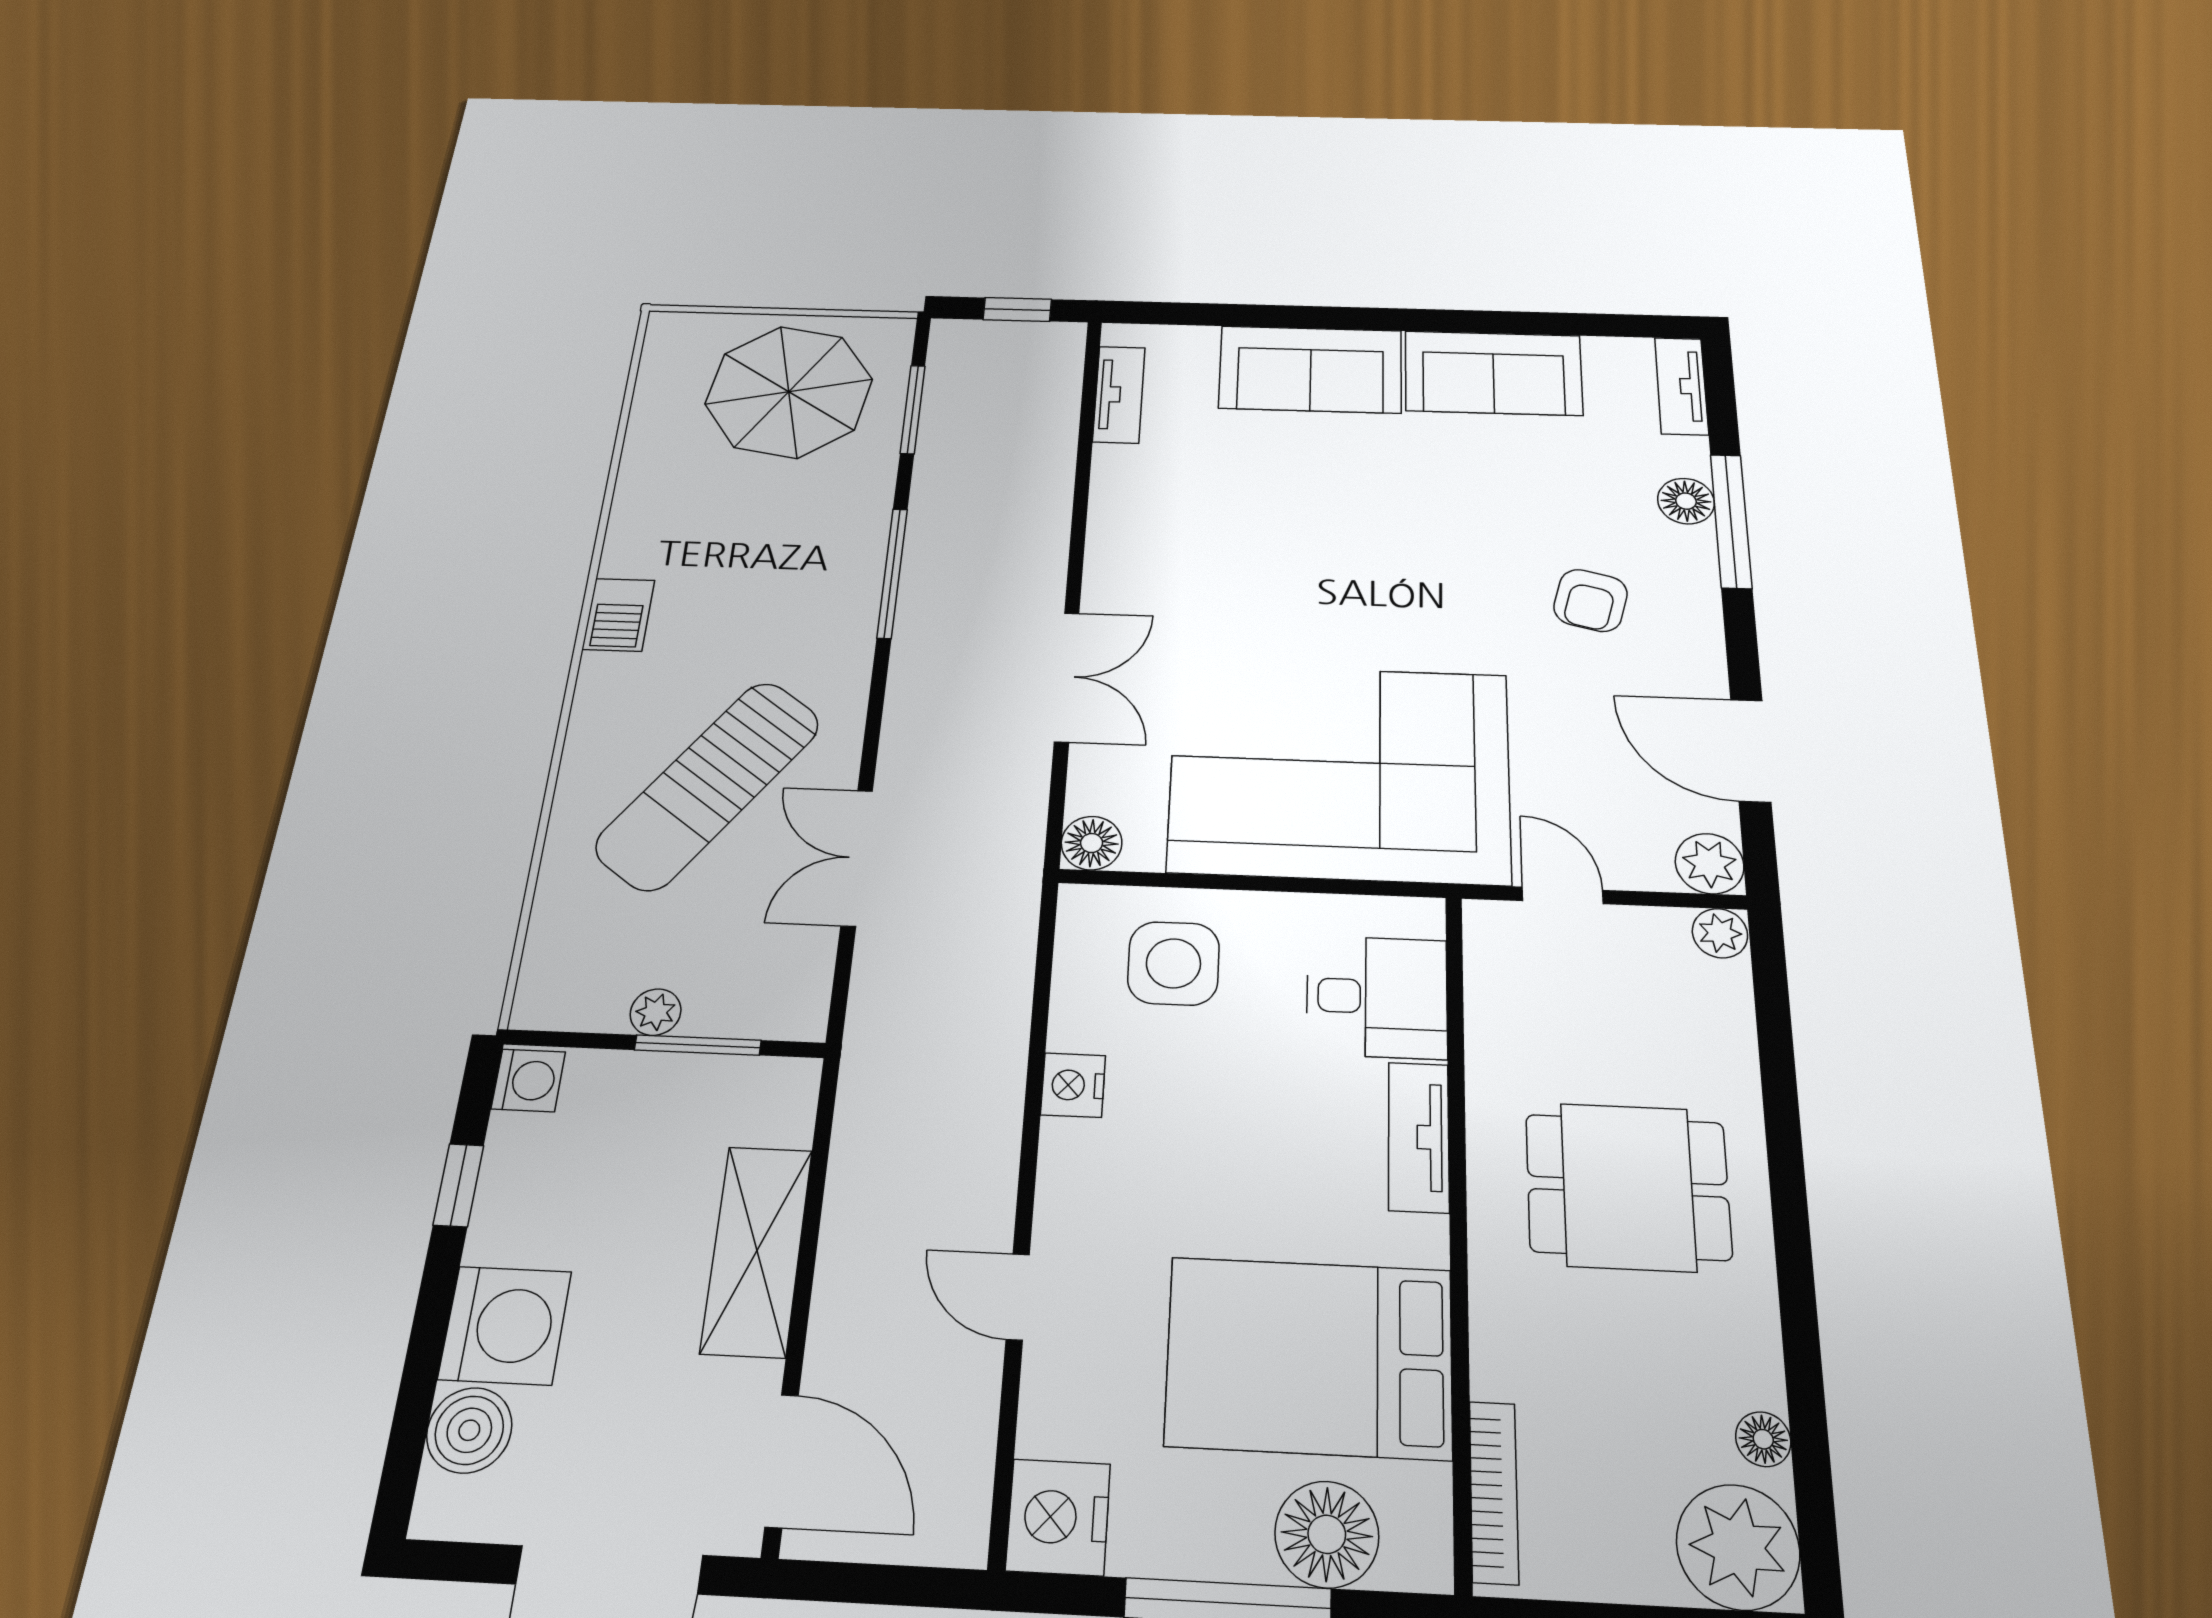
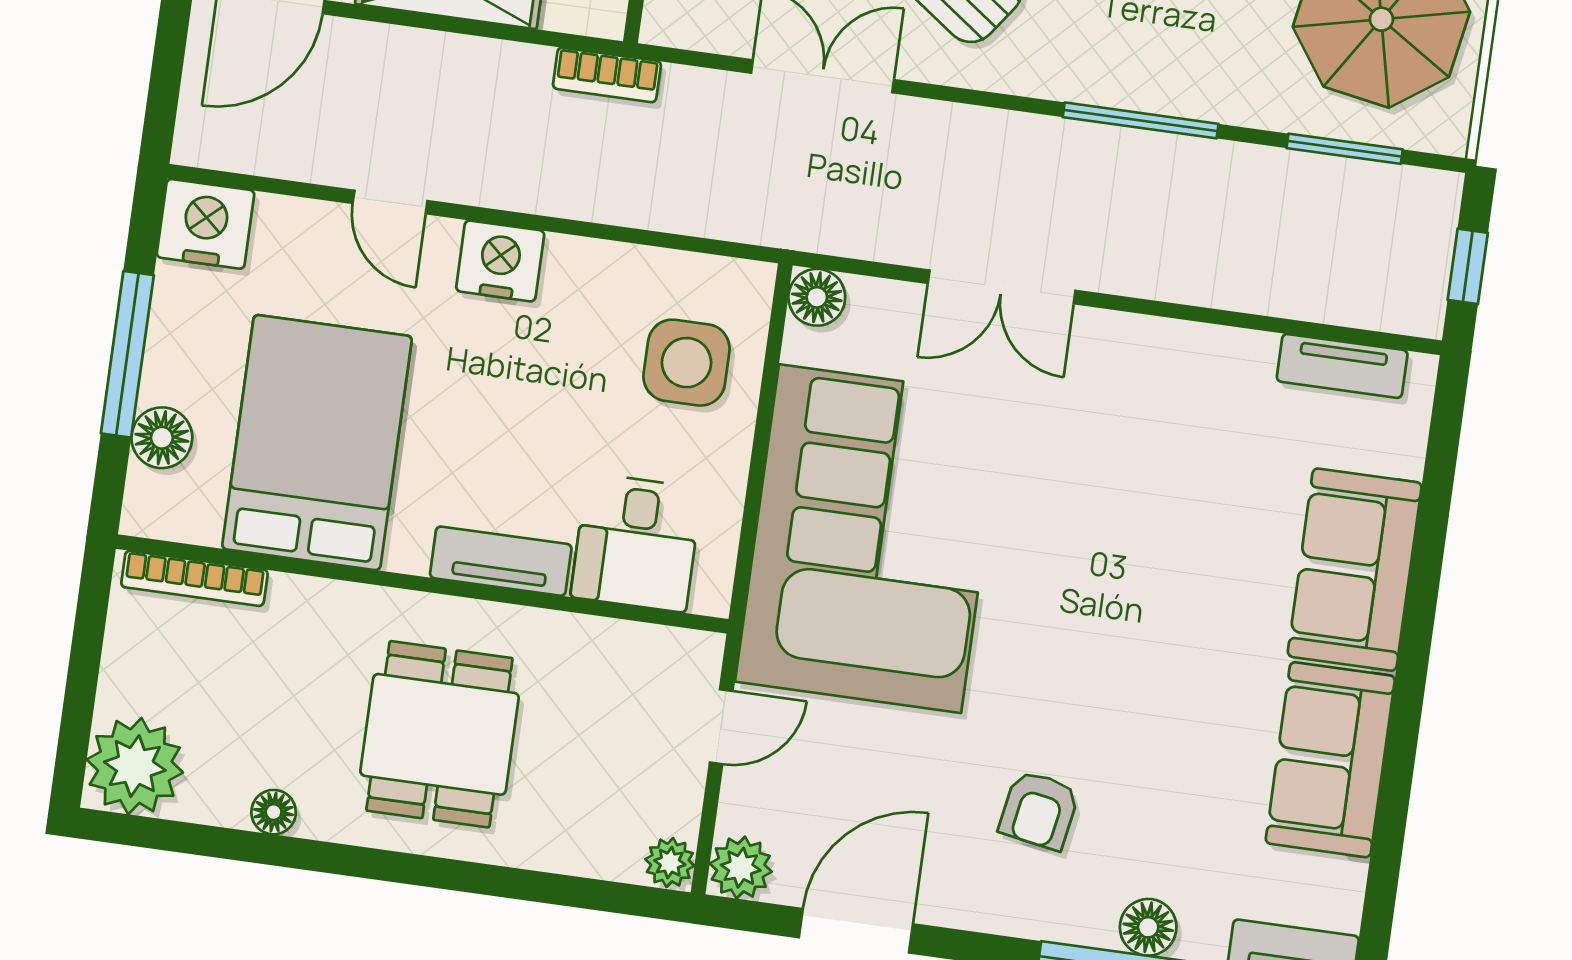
armchair: (1591, 600) -> (1039, 810), turned -94
bookcase: (862, 1072) -> (607, 75), added
nightstand: (1073, 1085) -> (500, 261), moved, width x1.36, depth x1.33
door: (1018, 1297) -> (390, 202), swing flipped
floor lamp: (1763, 1439) -> (274, 812), moved
floor lamp: (1327, 1534) -> (162, 438), width x0.73, depth x0.73

